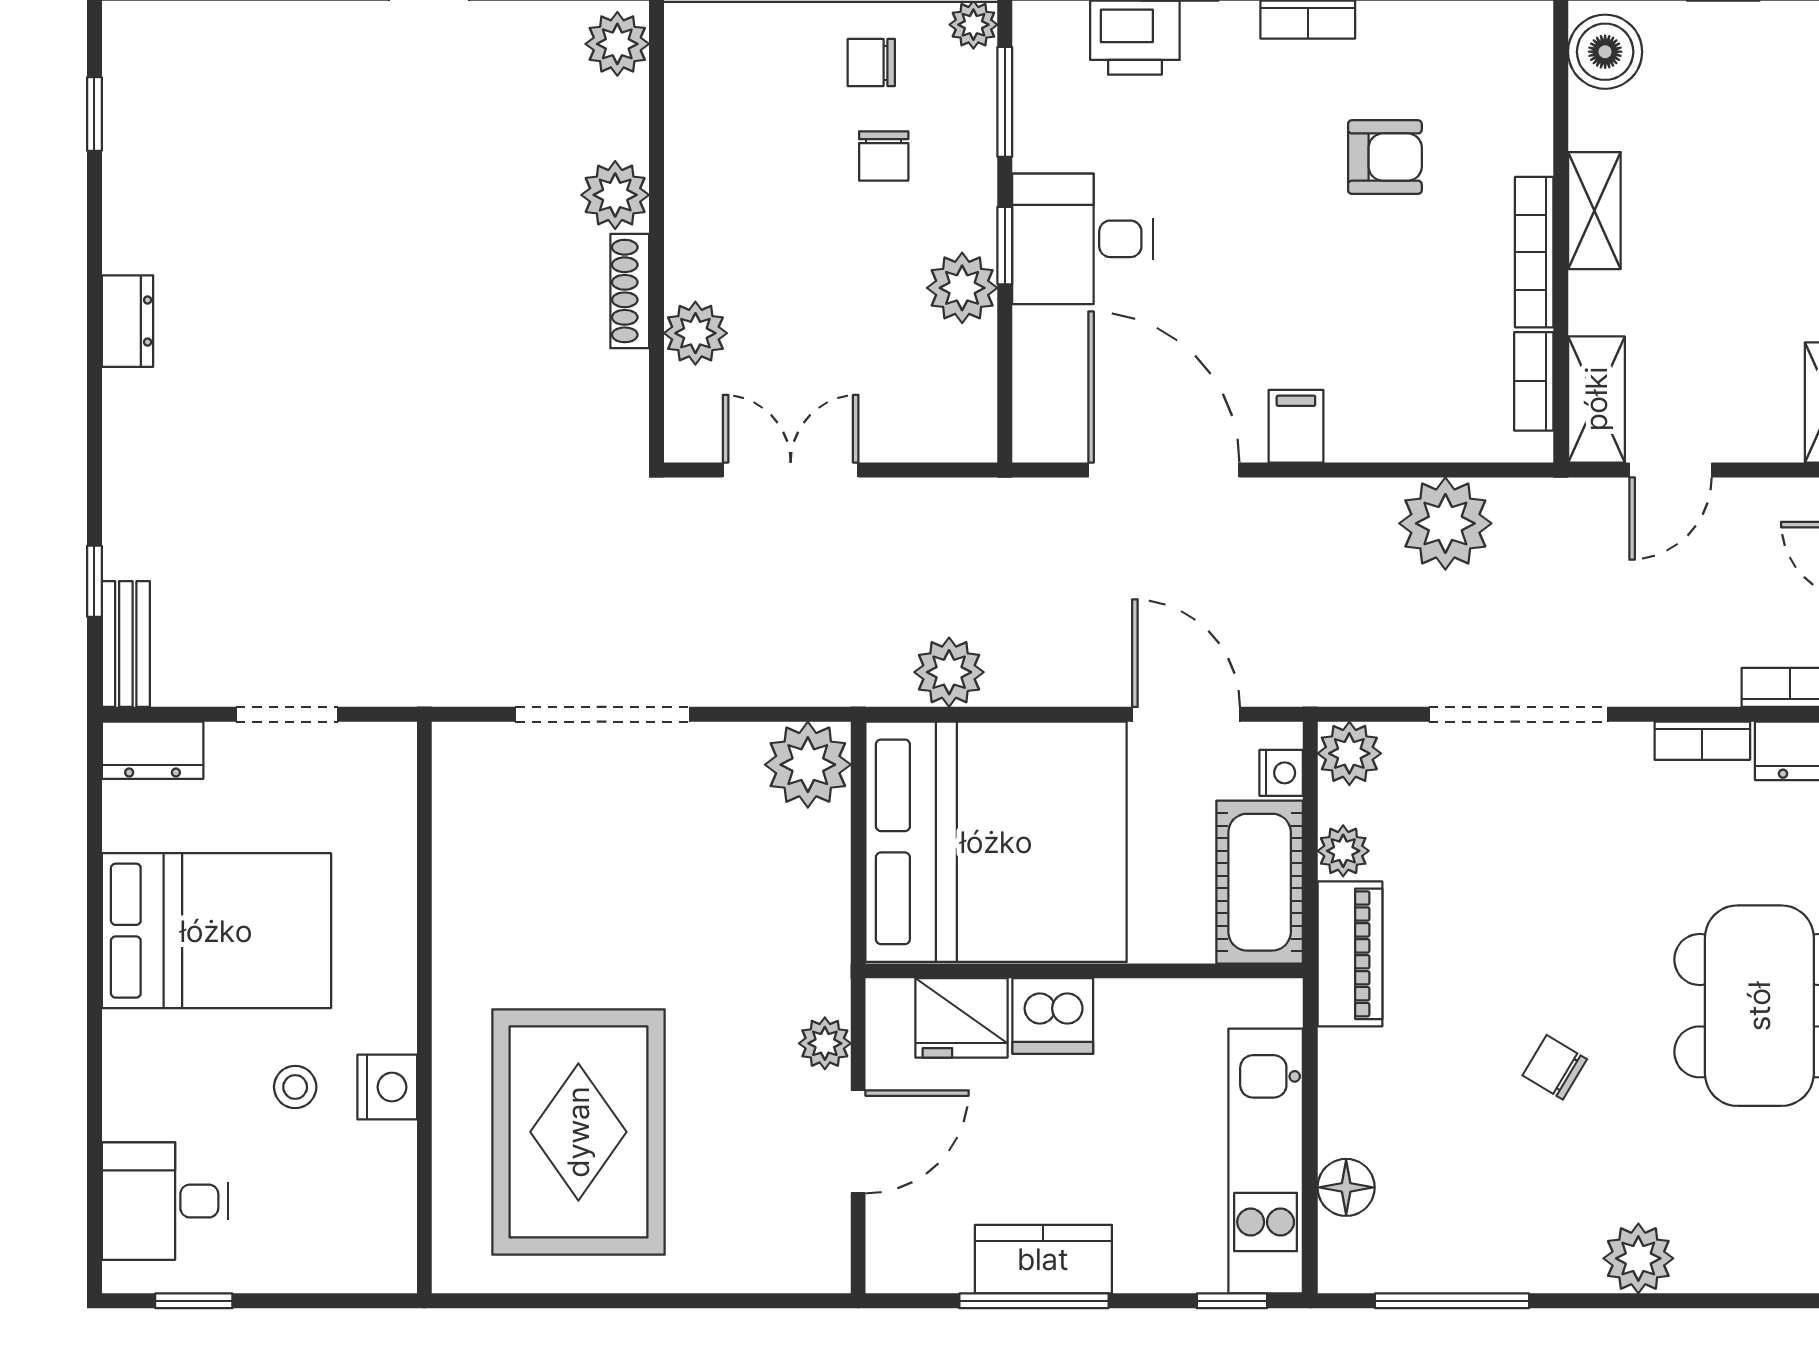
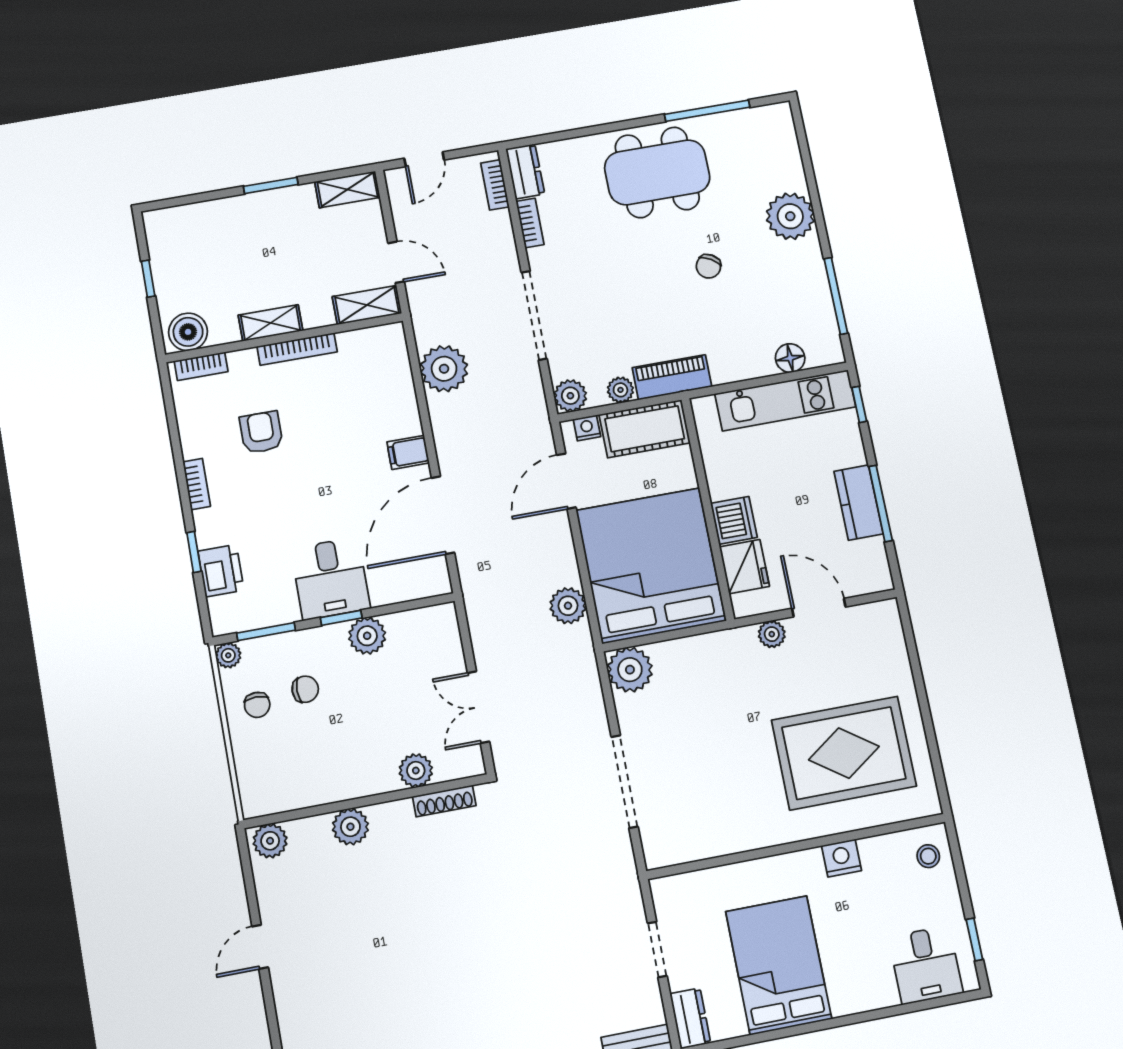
shoe rack: (630, 291) -> (444, 801), moved
bookcase: (1534, 381) -> (201, 366), moved
stool: (295, 1087) -> (928, 856), moved
plant: (1638, 1258) -> (790, 216), width x1.36, depth x1.36

